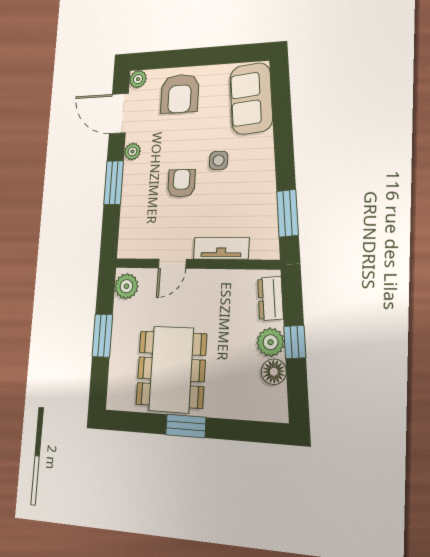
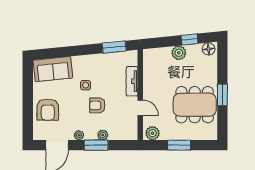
plant: (138, 79) -> (103, 135), moved
armchair: (180, 94) -> (48, 110), turned 90
dresser: (270, 298) -> (157, 54), removed
window: (295, 342) -> (189, 39), moved
floor lamp: (274, 372) -> (209, 49), moved

